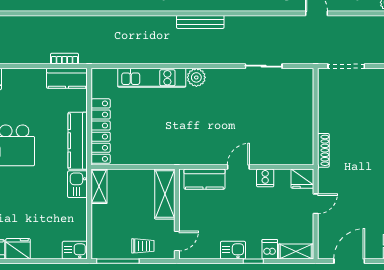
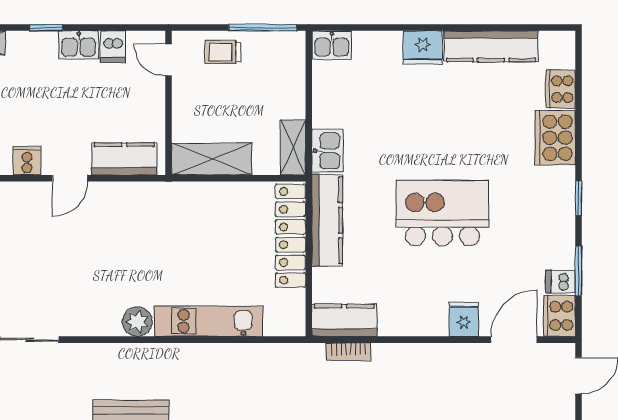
shelving: (165, 194) -> (212, 159), moved, turned 90
door: (177, 241) -> (168, 60), hinge flipped
dishwasher: (270, 249) -> (113, 47), moved

